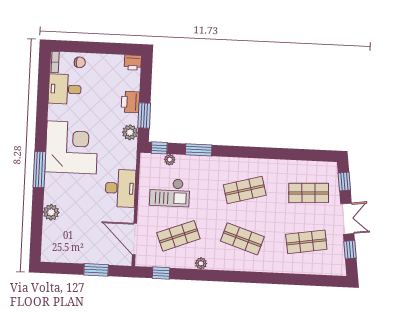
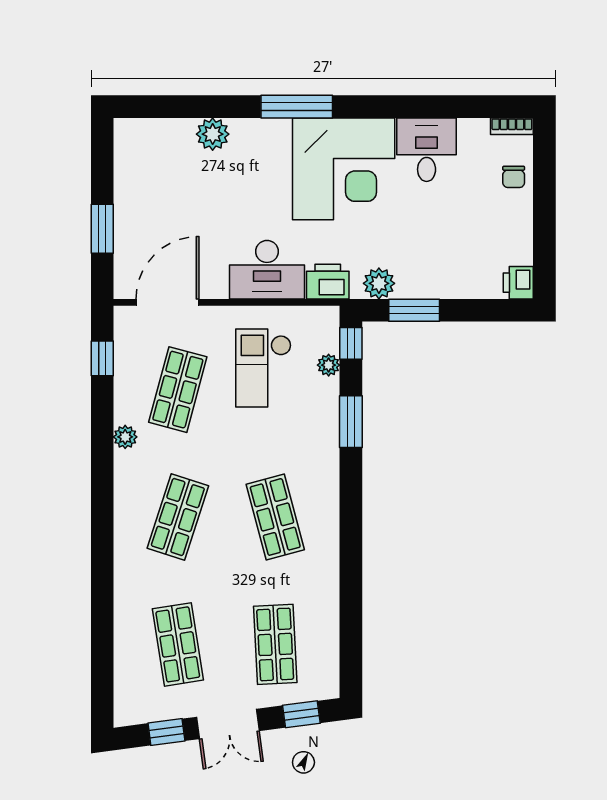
desk: (65, 89) -> (427, 150), moved
printer: (130, 102) -> (328, 282), moved
shop shelf: (178, 236) -> (178, 390), turned 36

